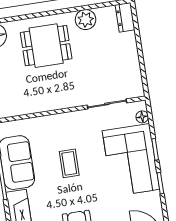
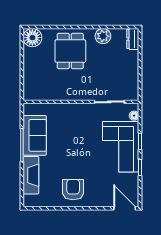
dining table: (46, 46) -> (70, 51), turned 90
coffee table: (69, 163) -> (74, 142), removed

